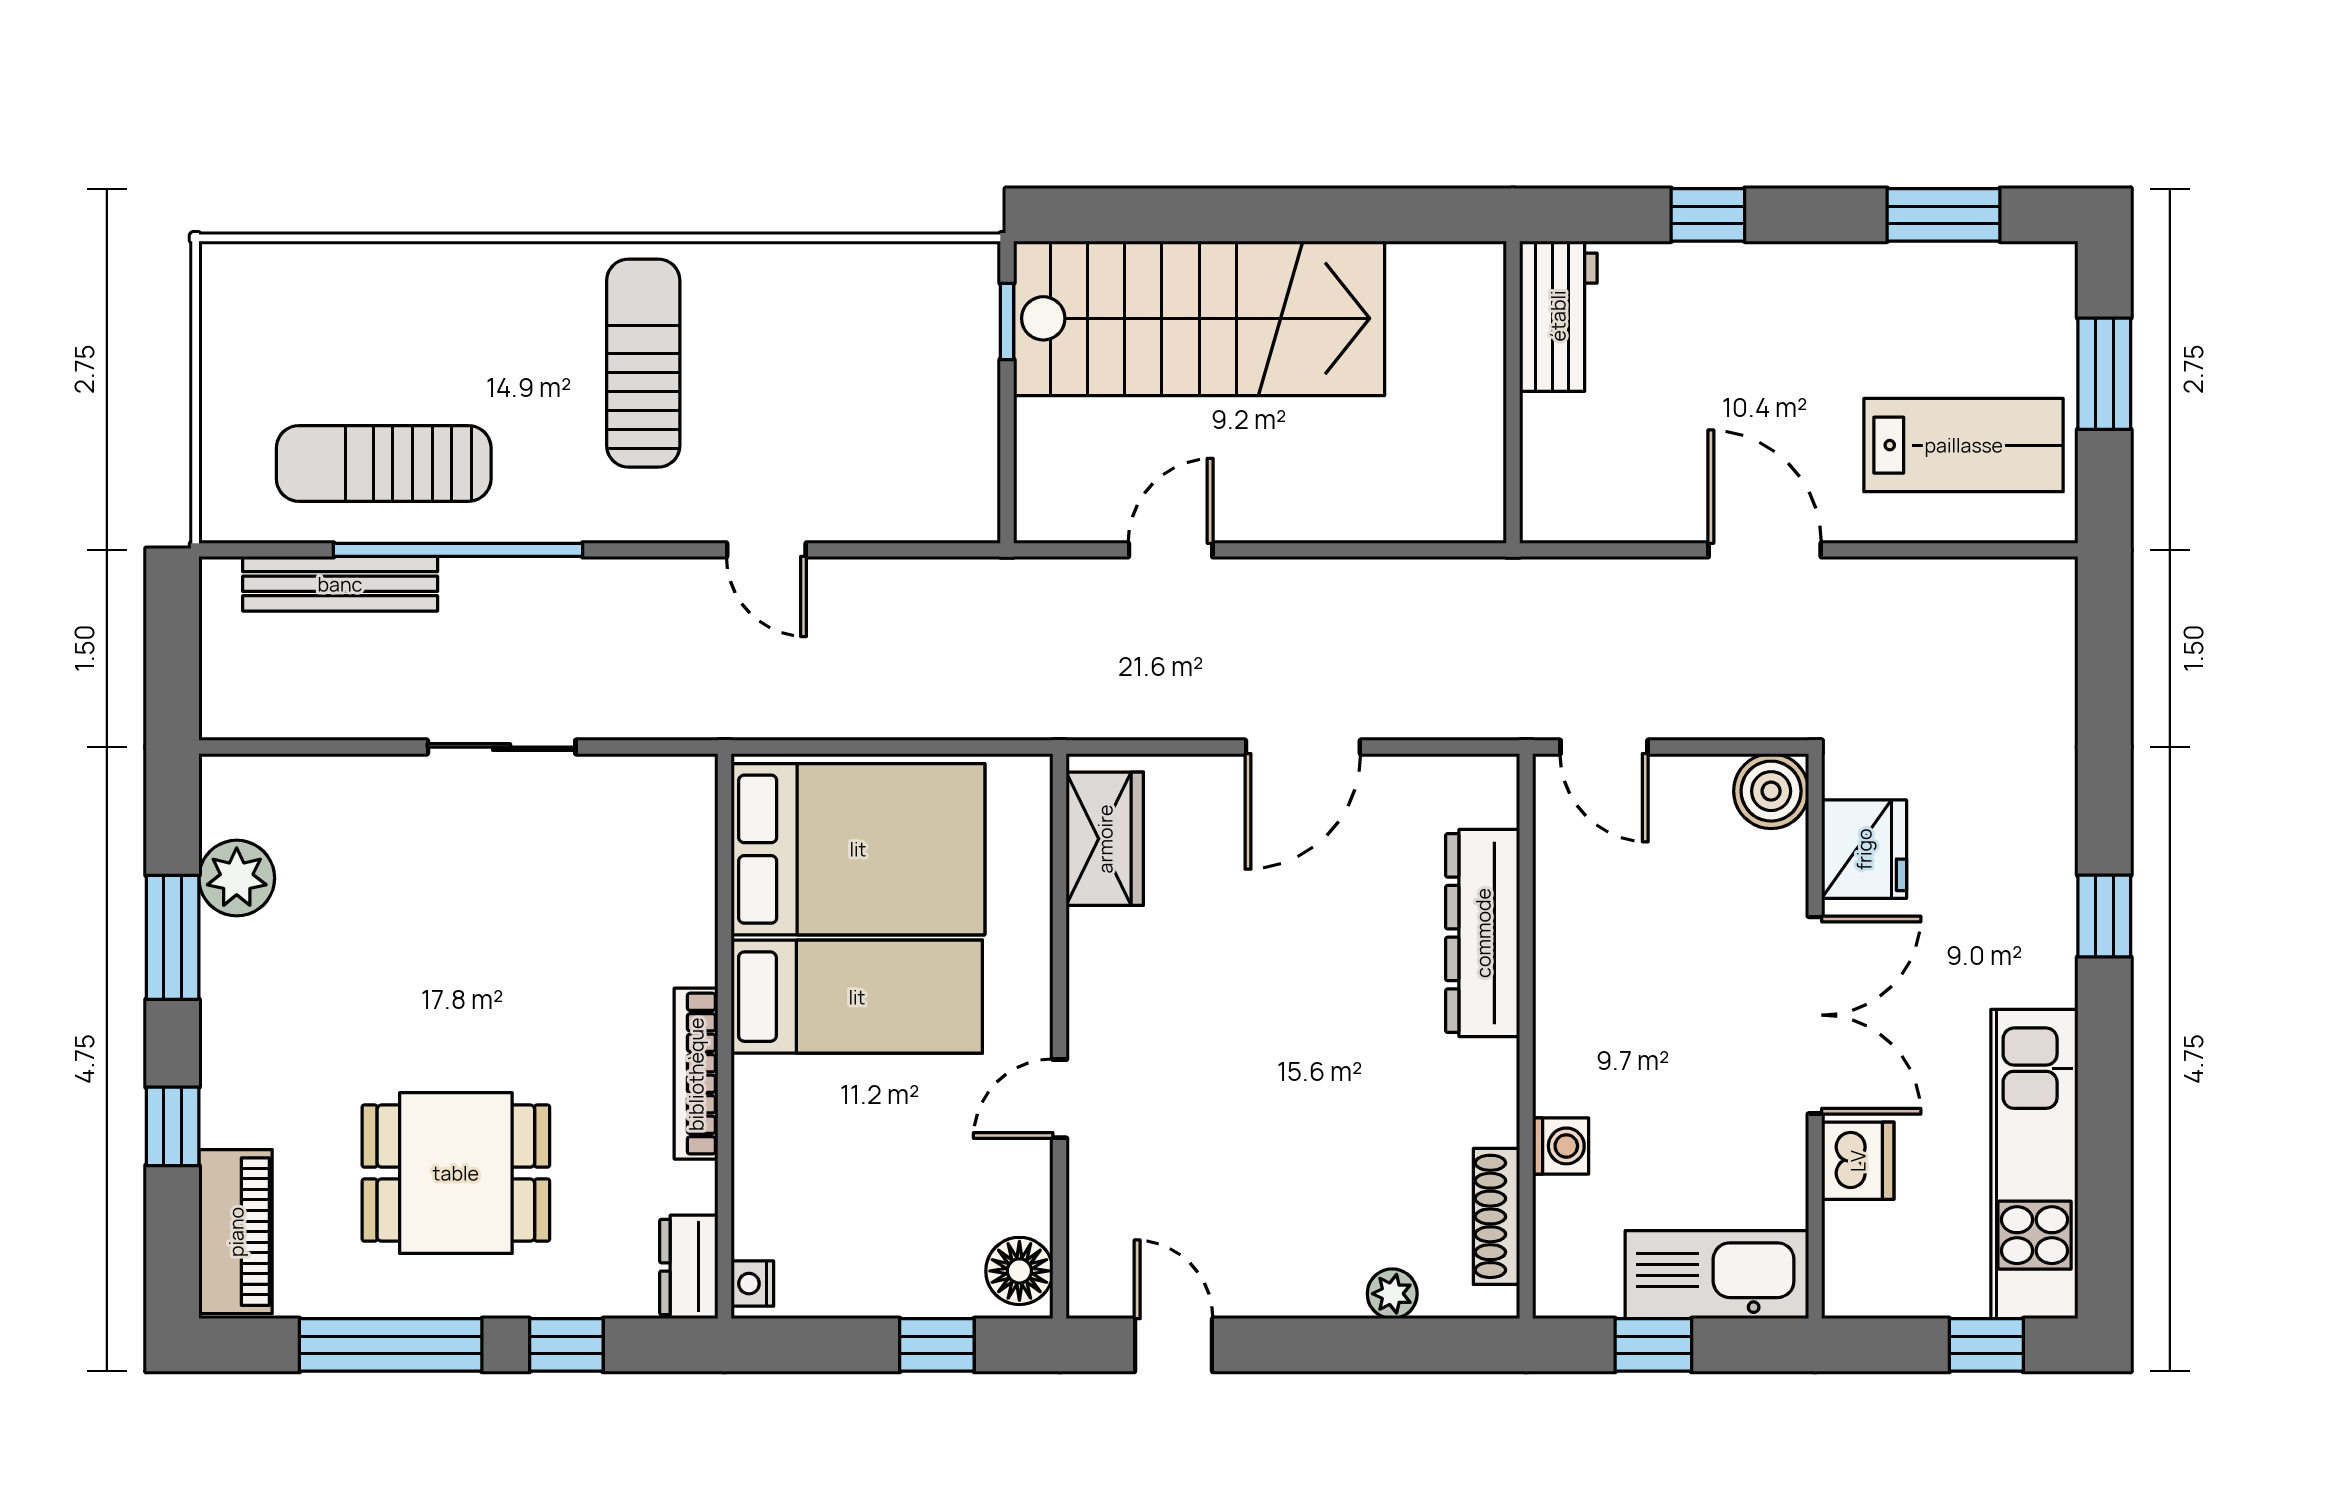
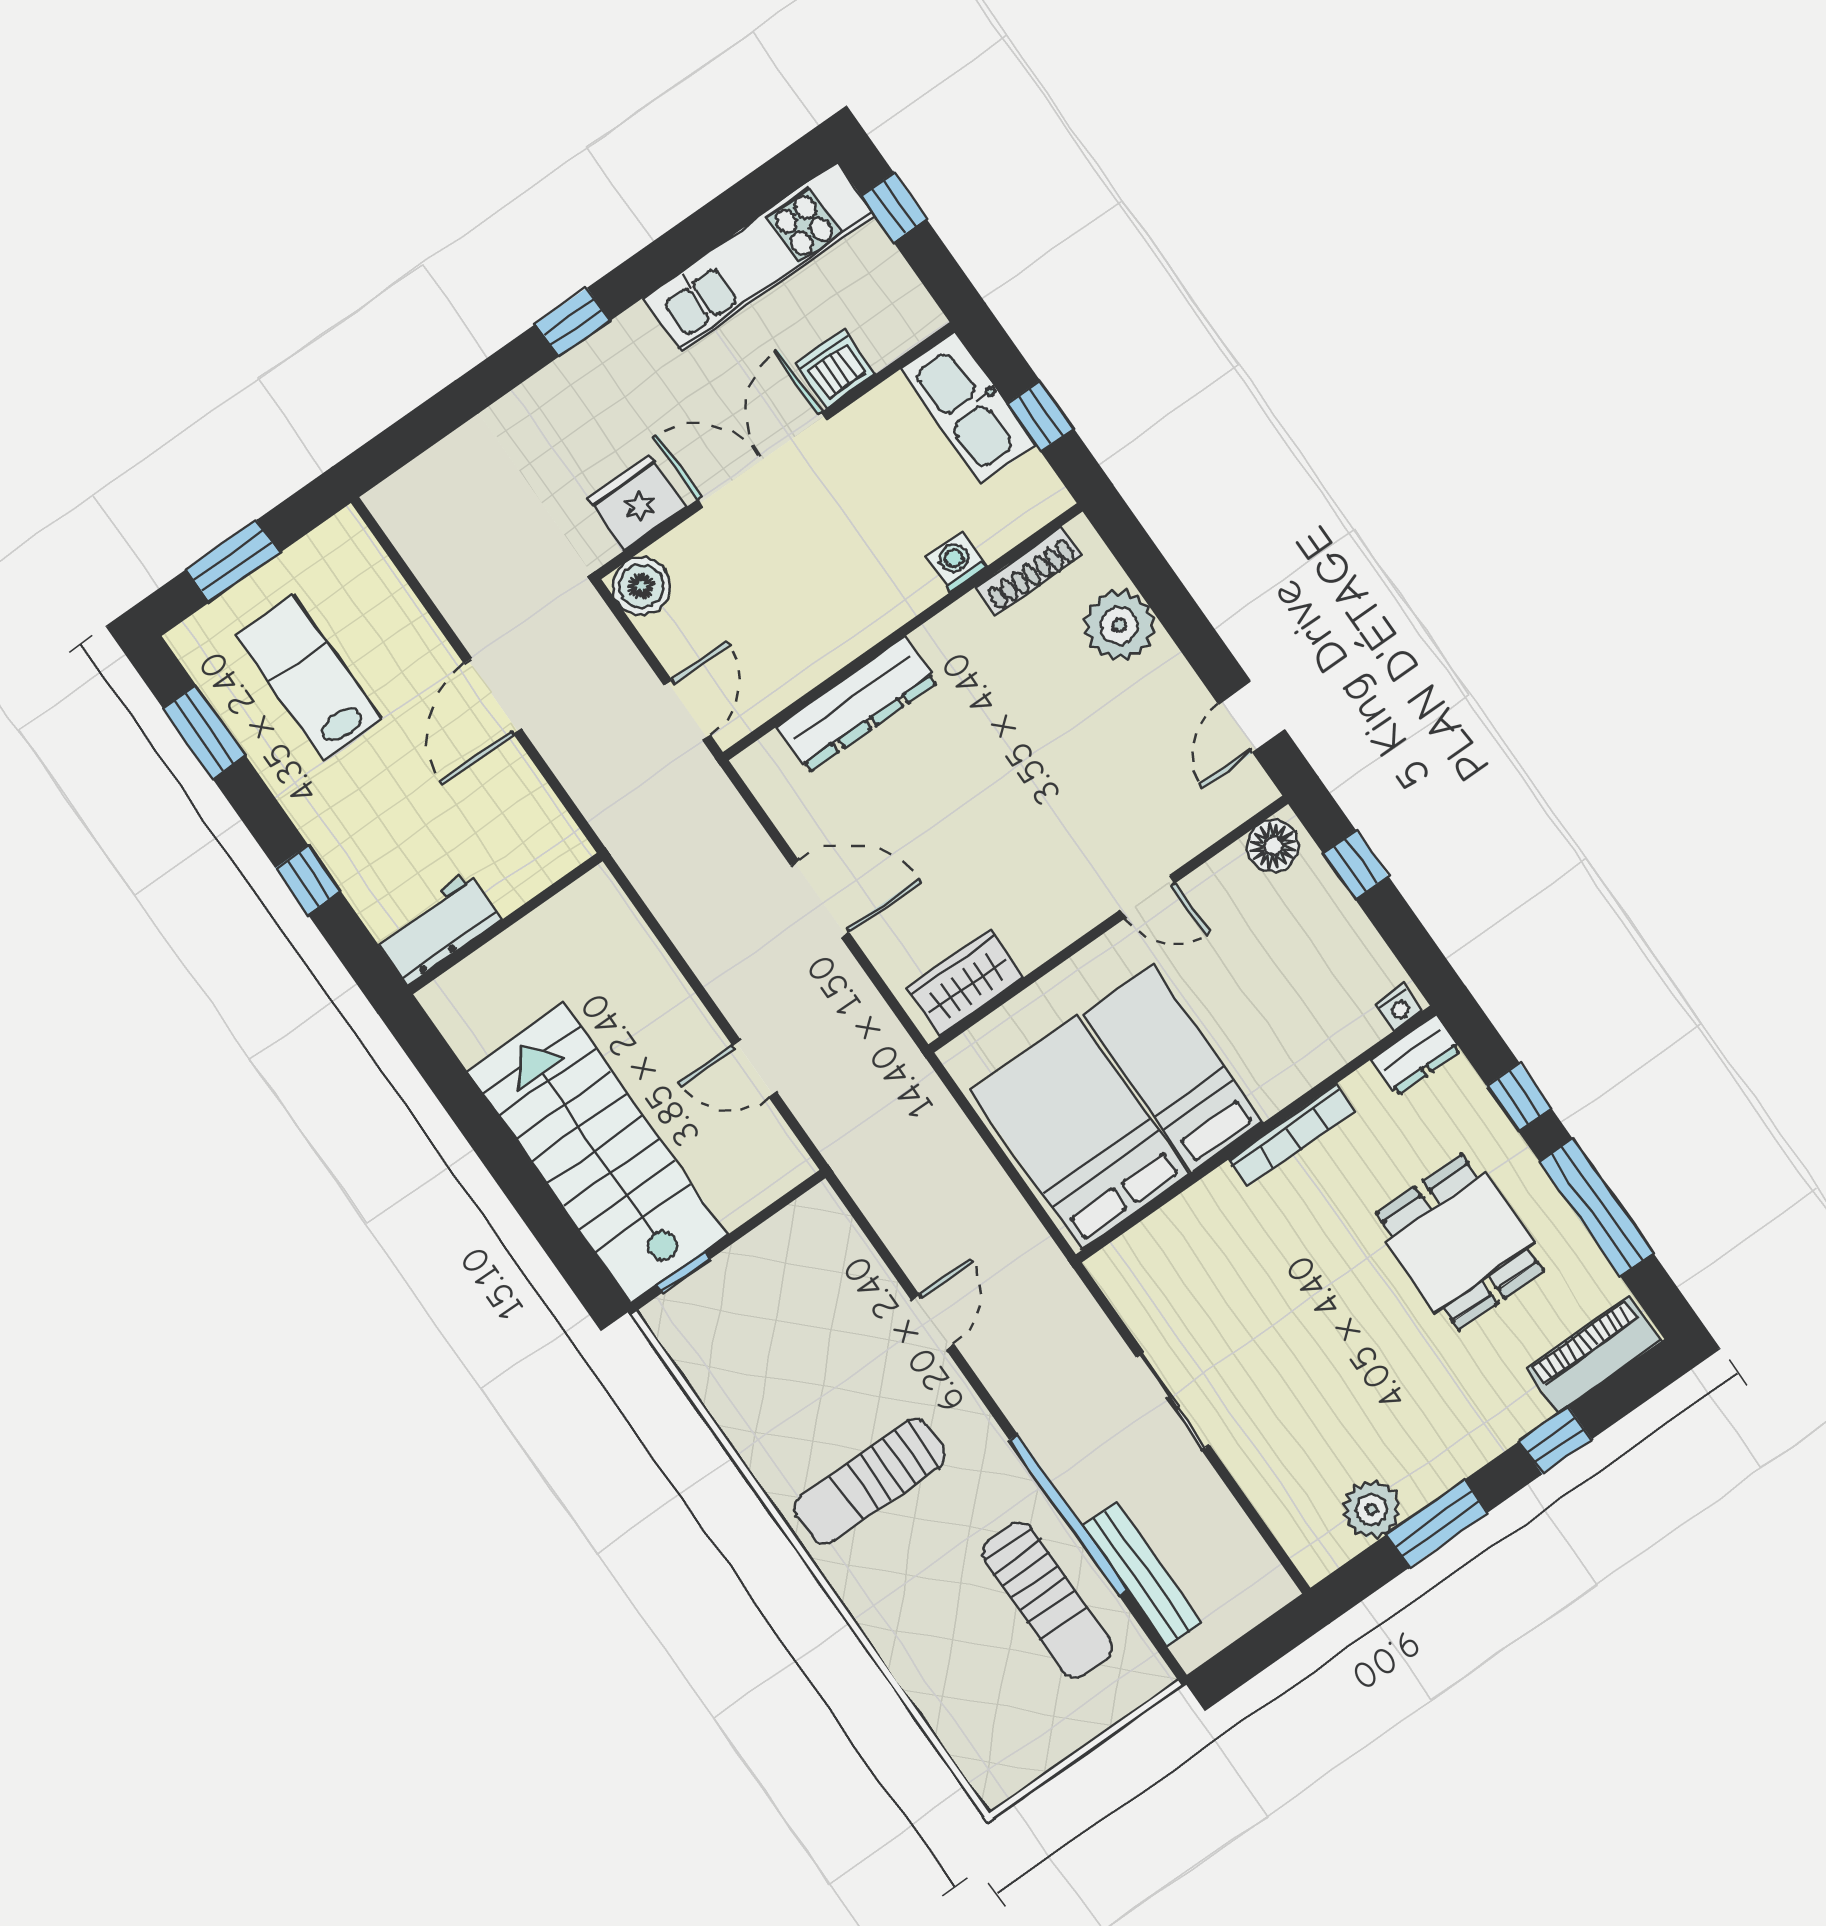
lab bench: (1964, 445) -> (308, 677), moved
plant: (1392, 1294) -> (1119, 625), width x1.88, depth x1.88

